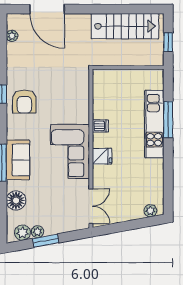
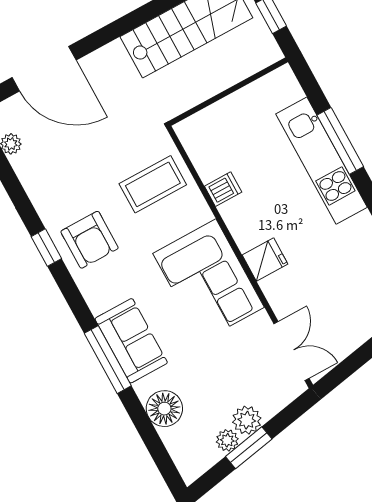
coffee table: (68, 92) -> (153, 184), added
dishwasher: (100, 126) -> (223, 189), moved
plant: (22, 233) -> (247, 420), moved

